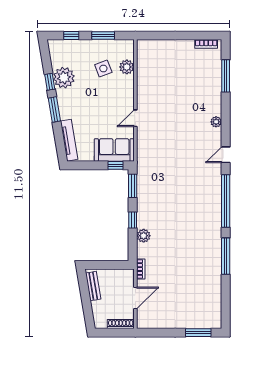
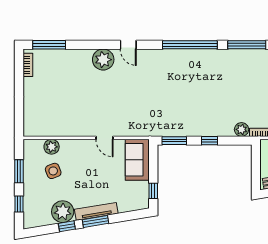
window: (226, 76) -> (49, 45), moved
plant: (216, 122) -> (103, 60), width x1.88, depth x1.88
tv unit: (69, 140) -> (96, 211), moved
door: (226, 155) -> (128, 45), moved
window: (116, 165) -> (153, 191), moved
plant: (144, 236) -> (242, 129), moved

